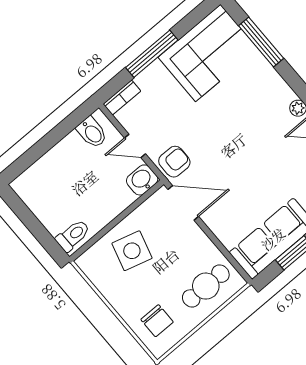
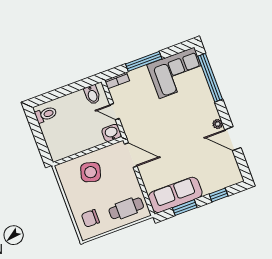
window: (261, 42) -> (210, 78), width x1.46
armchair: (174, 162) -> (134, 129), removed
toilet: (73, 235) -> (46, 114), moved
chair: (157, 321) -> (90, 218), turned 90

